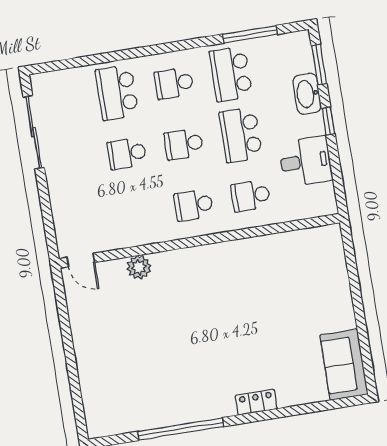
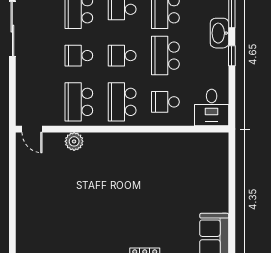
desk: (306, 161) -> (212, 107), moved, turned 90
school desk: (194, 205) -> (122, 102), width x1.85
school desk: (137, 214) -> (79, 102), added

